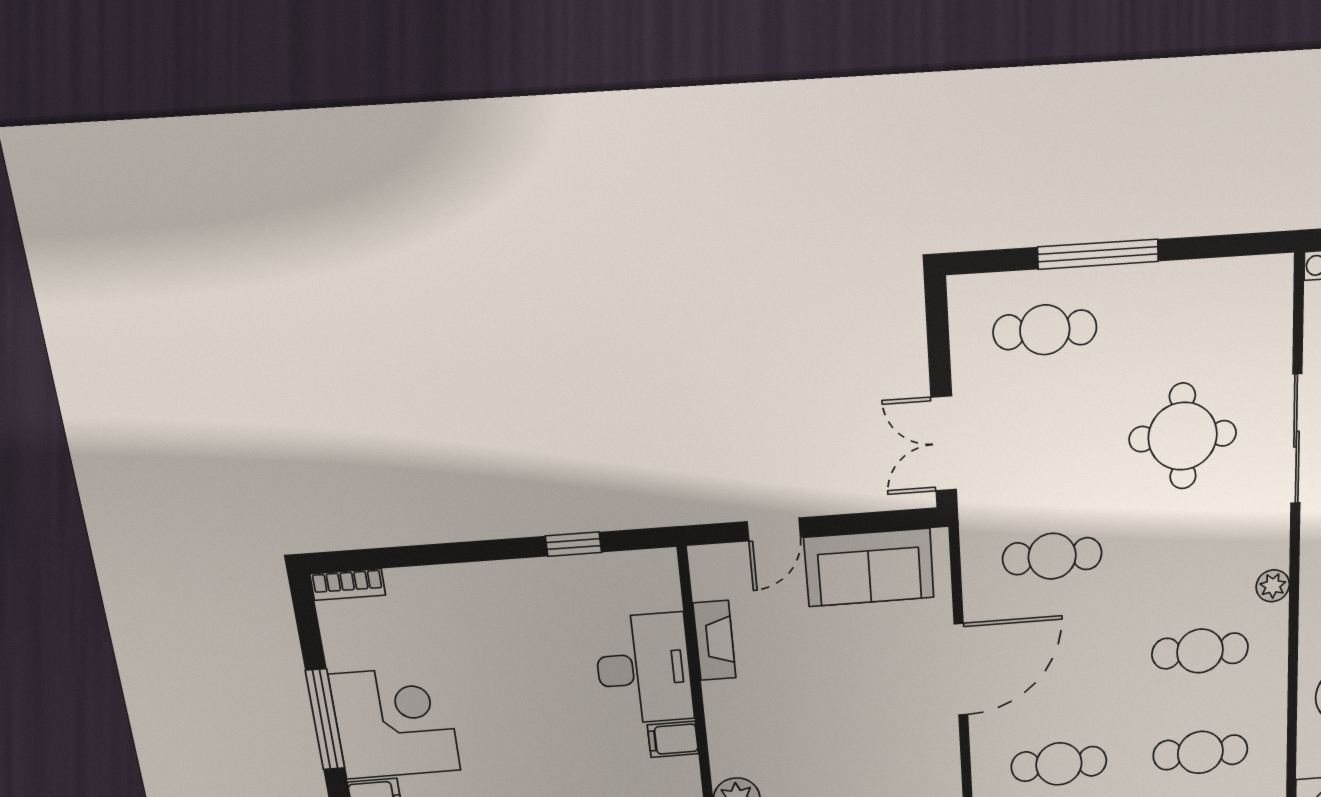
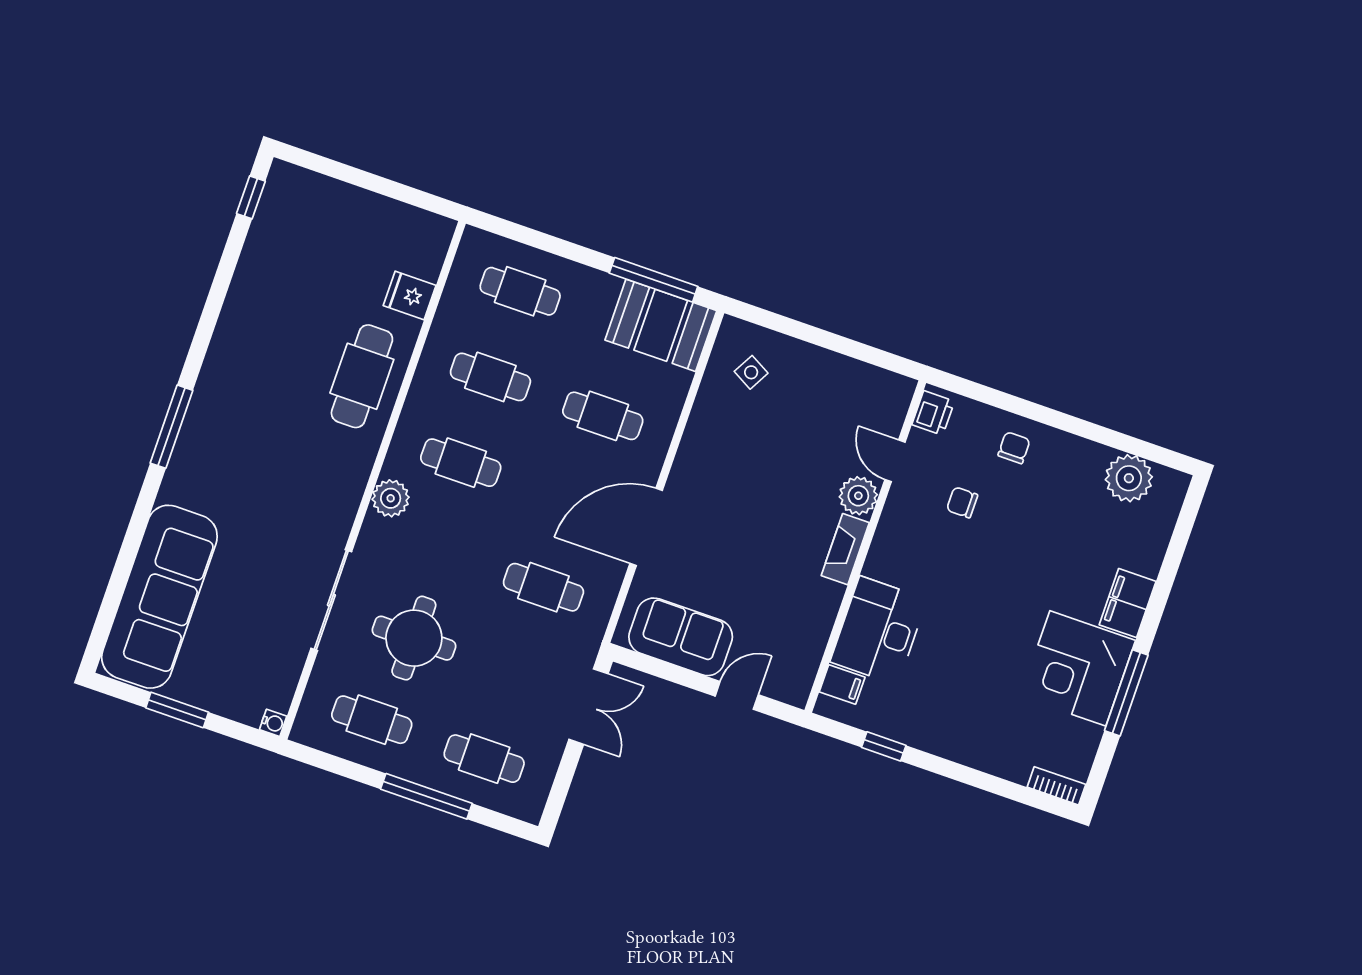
cafe table: (1199, 319) -> (372, 720), added
plant: (1273, 586) -> (391, 498), width x1.38, depth x1.38
fireplace: (714, 641) -> (845, 549), moved
filing cabinet: (673, 739) -> (842, 684), moved

